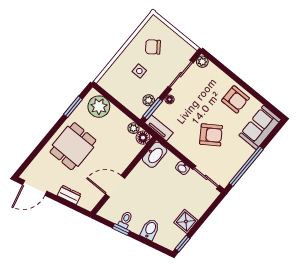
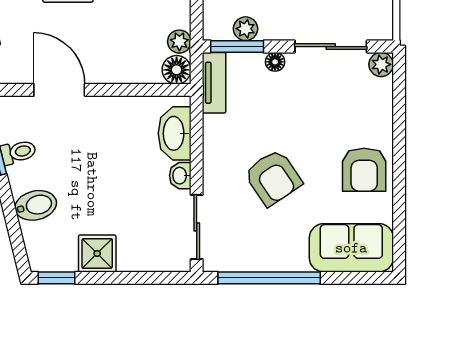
washbasin: (155, 155) -> (175, 133), moved, turned 90

